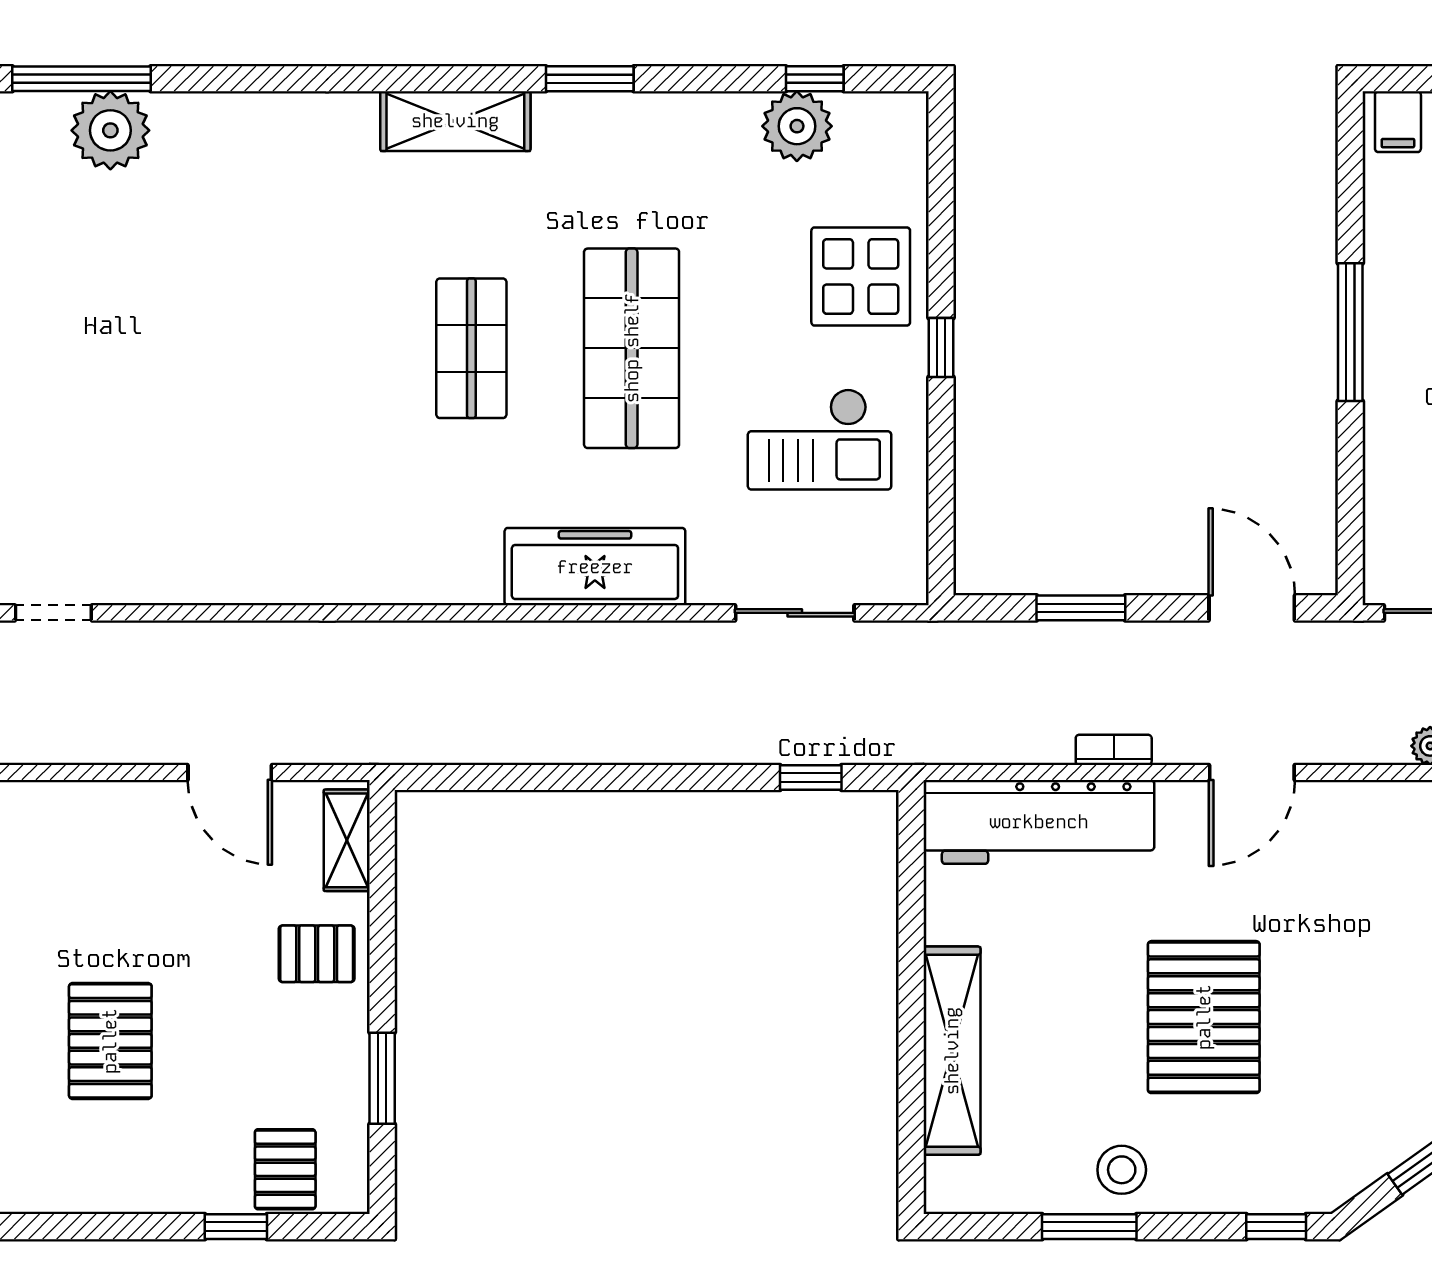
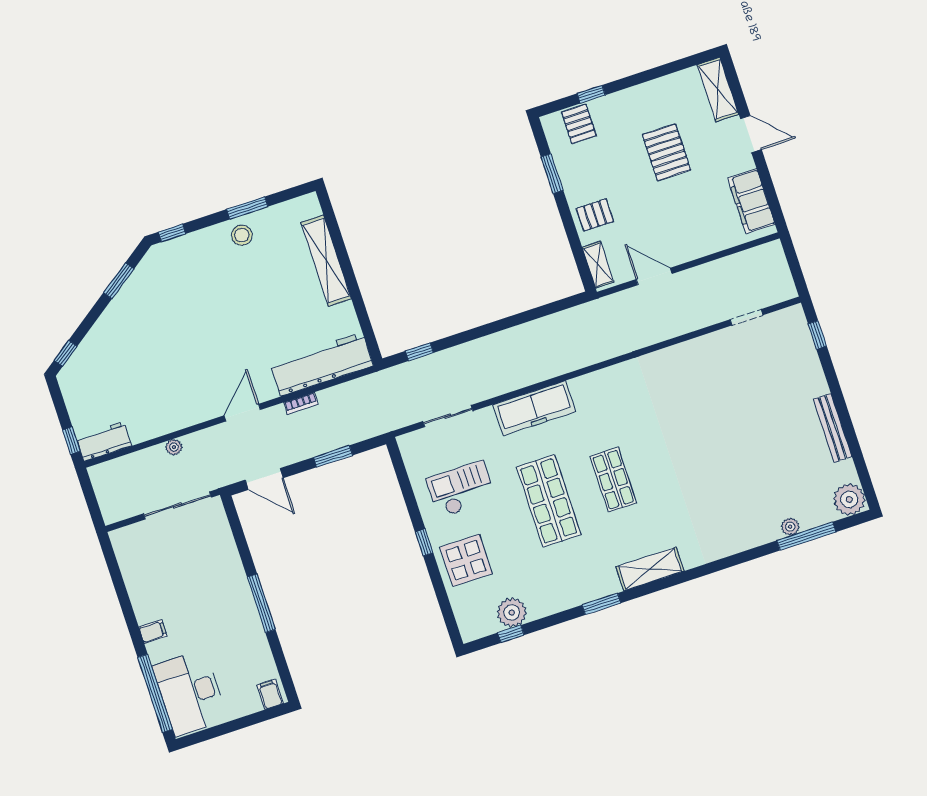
plant: (110, 130) -> (790, 527), width x0.53, depth x0.53
pallet: (1204, 1017) -> (229, 308), removed

